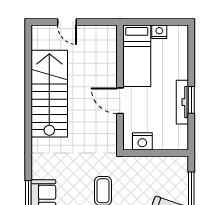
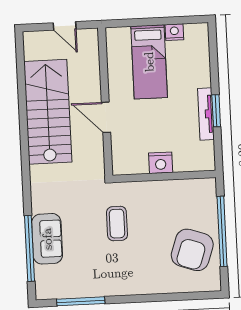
wall: (120, 88) -> (105, 102), moved
door: (120, 101) -> (106, 117), moved

